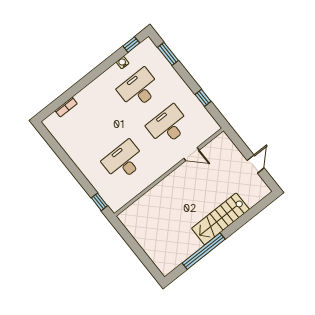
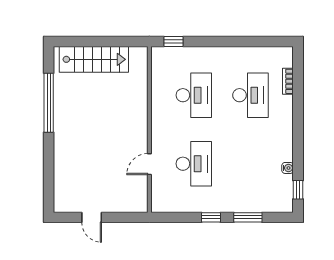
window: (168, 54) -> (248, 217), moved
desk: (139, 89) -> (250, 95), moved
window: (203, 98) -> (211, 217), moved
stairs: (220, 219) -> (94, 59), moved, turned 90

